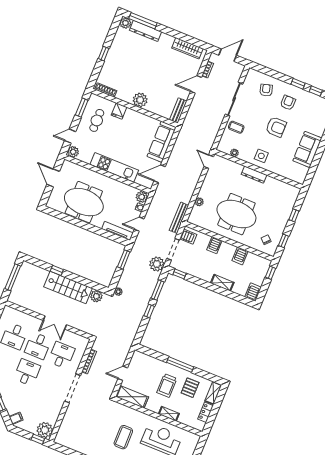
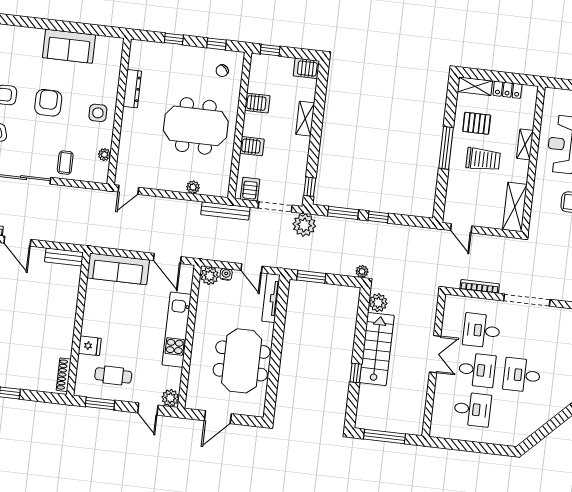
plant: (140, 100) -> (64, 319), removed
dresser: (254, 175) -> (132, 89), moved
meeting table: (236, 214) -> (196, 126), turned 90
door: (123, 373) -> (461, 228), moved

